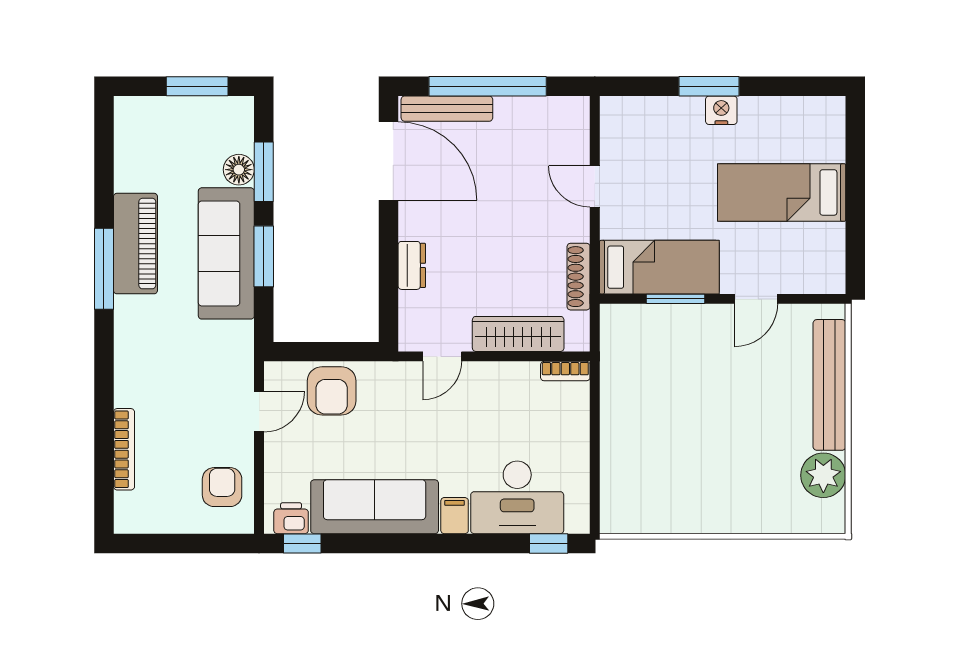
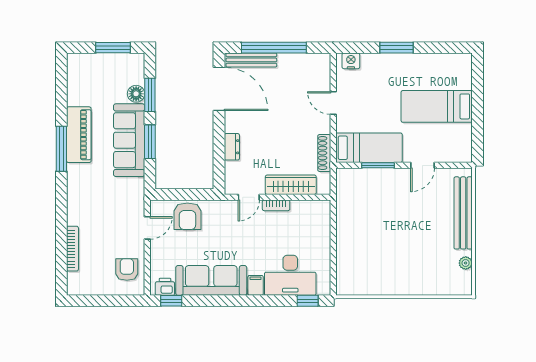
nightstand: (721, 110) -> (351, 61), moved
bookcase: (565, 371) -> (276, 205), moved
plant: (823, 475) -> (466, 263), width x0.53, depth x0.53

